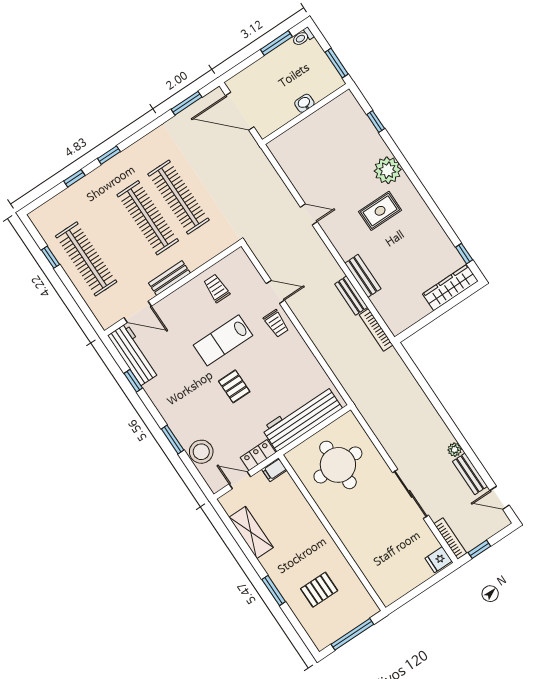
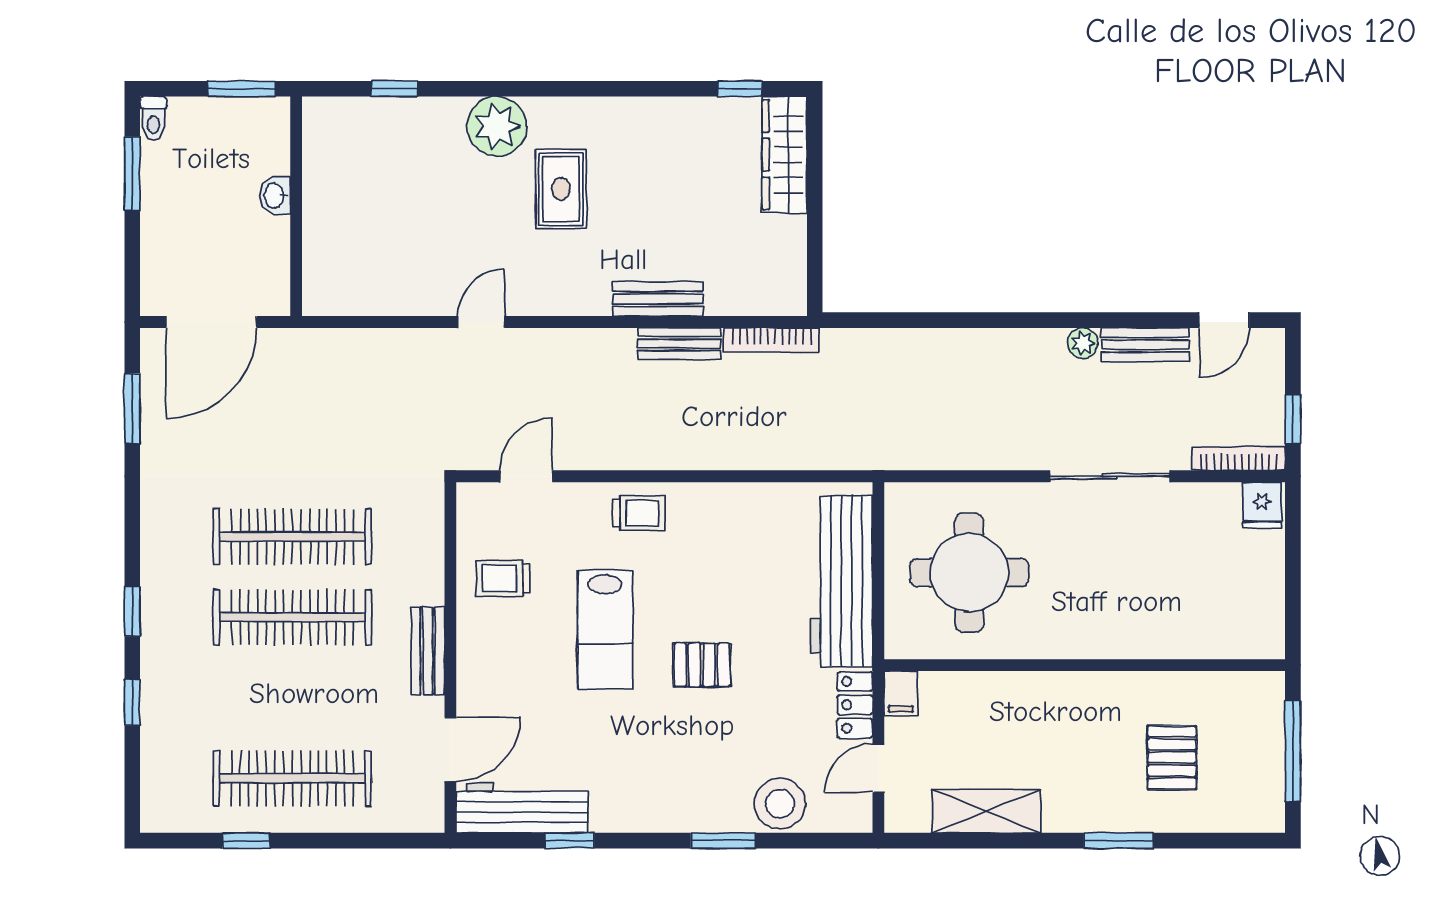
door: (275, 292) -> (526, 476), moved

